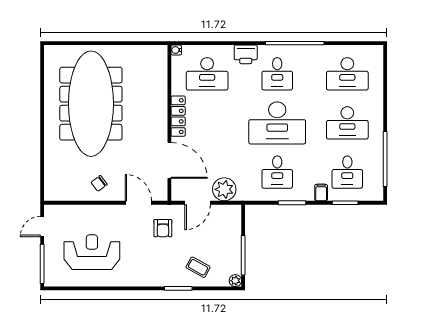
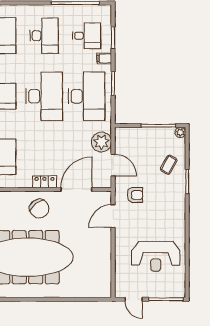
locker: (178, 116) -> (44, 182), width x0.66
desk: (277, 172) -> (86, 96), width x1.87, depth x1.30
chair: (99, 183) -> (39, 209), moved, width x1.87, depth x1.87
reception desk: (92, 252) -> (156, 256), turned -90

